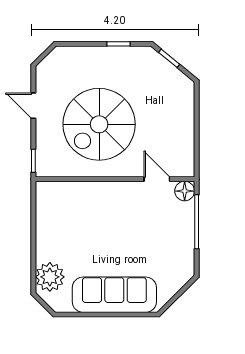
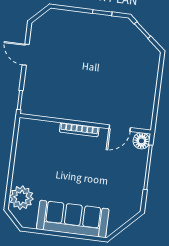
spiral stairs: (99, 124) -> (78, 77), removed
door: (157, 179) -> (120, 128), swing flipped
bookcase: (109, 187) -> (79, 130), added

